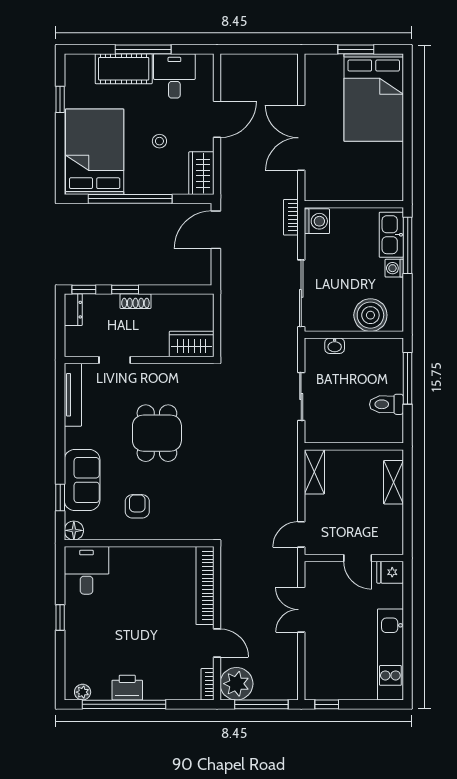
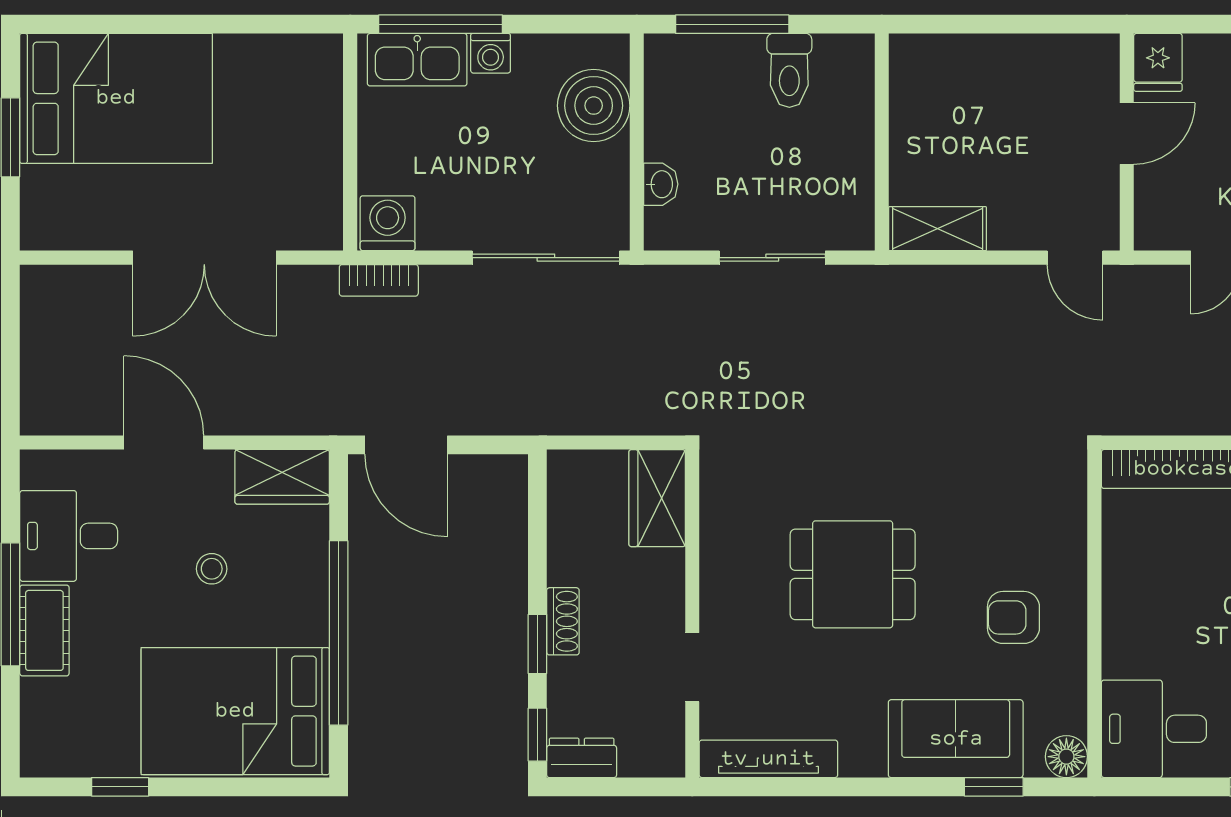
cot: (124, 69) -> (44, 630), width x0.73, depth x0.75
shelving: (394, 482) -> (961, 55), removed

